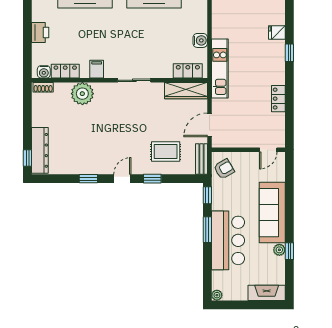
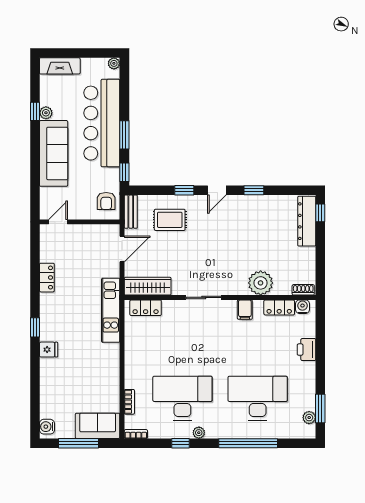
water cooler: (200, 40) -> (132, 341), removed
armchair: (224, 169) -> (106, 201), turned -60
bar counter: (228, 240) -> (102, 123), width x1.36

